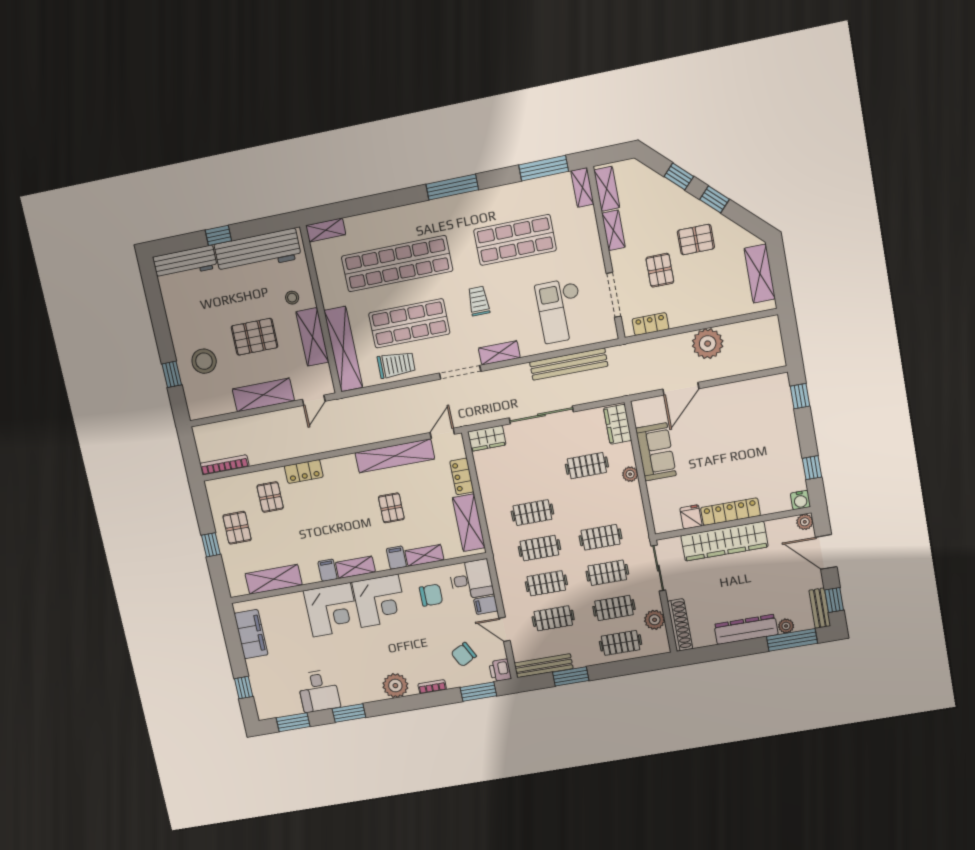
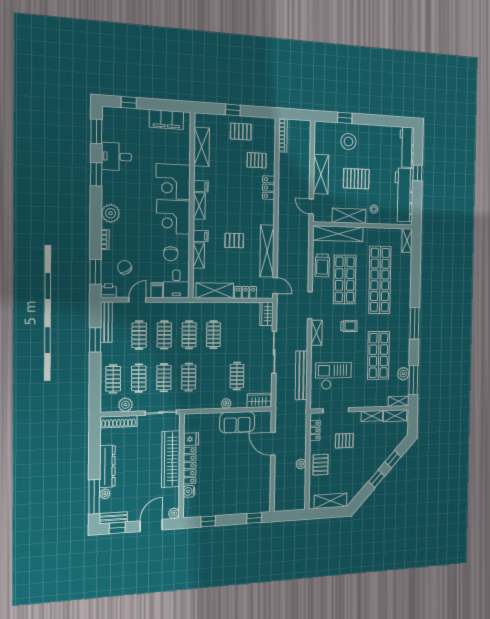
plant: (536, 189) -> (403, 374), added
pallet: (696, 240) -> (321, 465), moved
pallet: (254, 337) -> (356, 179), turned 90
plant: (708, 344) -> (301, 464), width x0.53, depth x0.53
water cooler: (800, 500) -> (189, 491), moved

